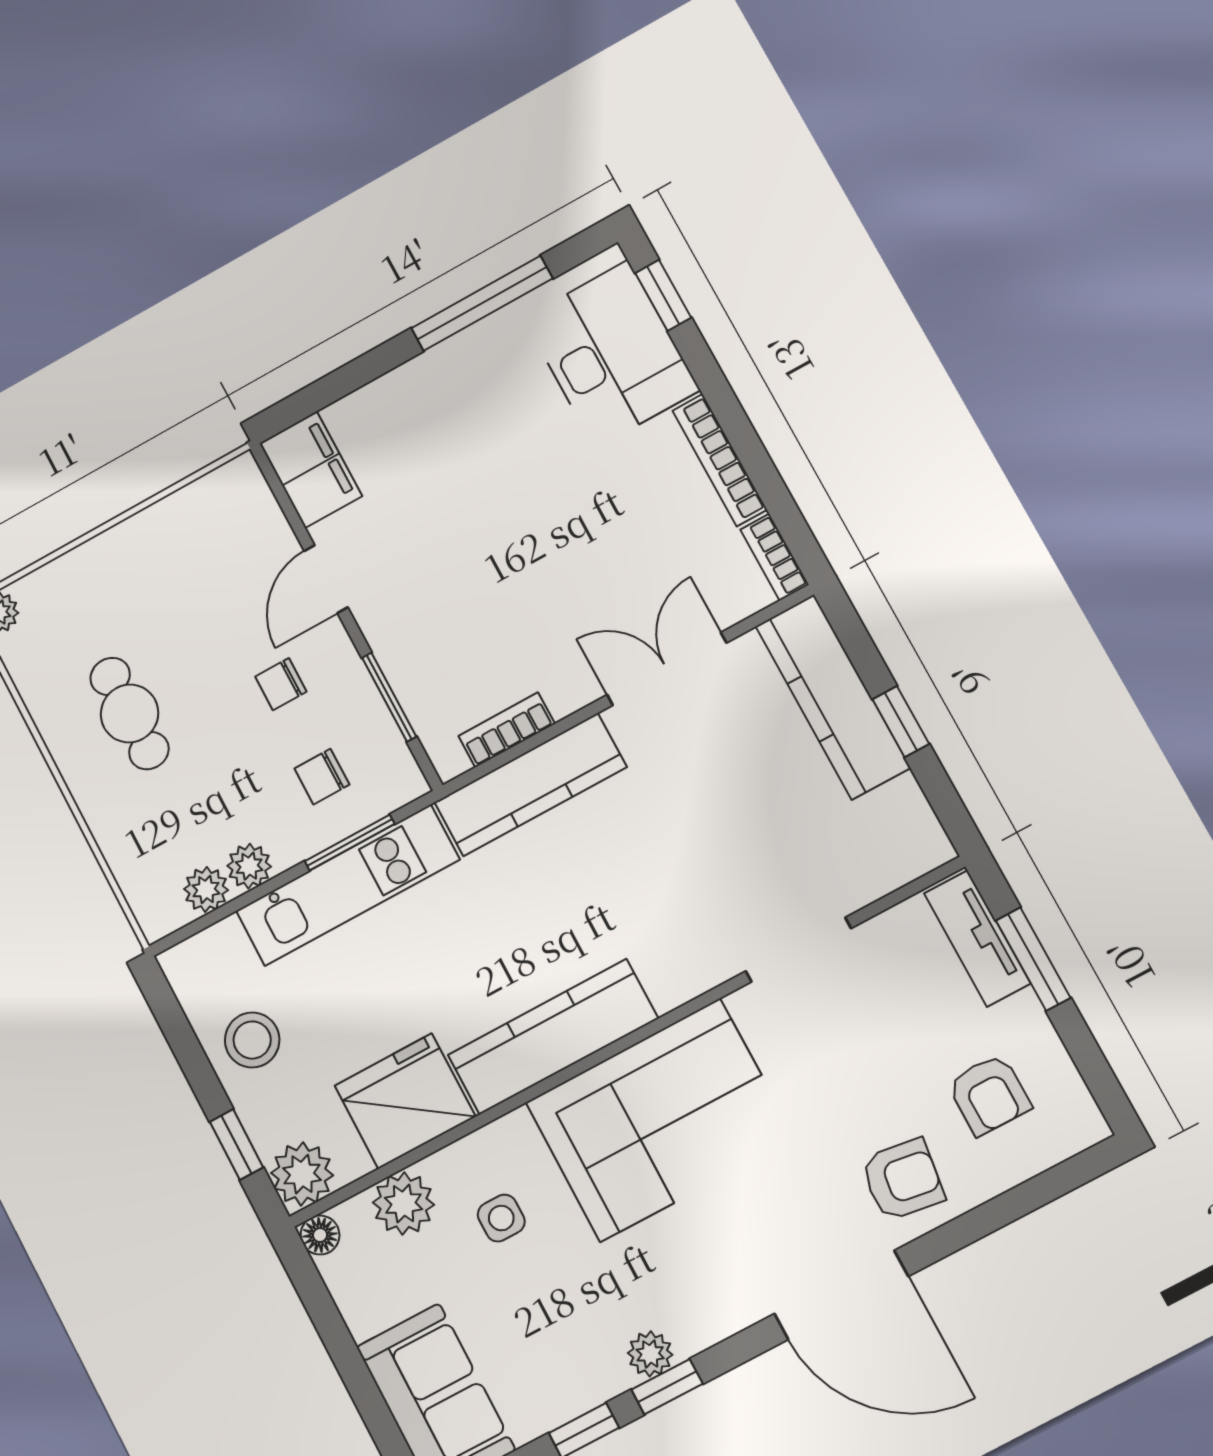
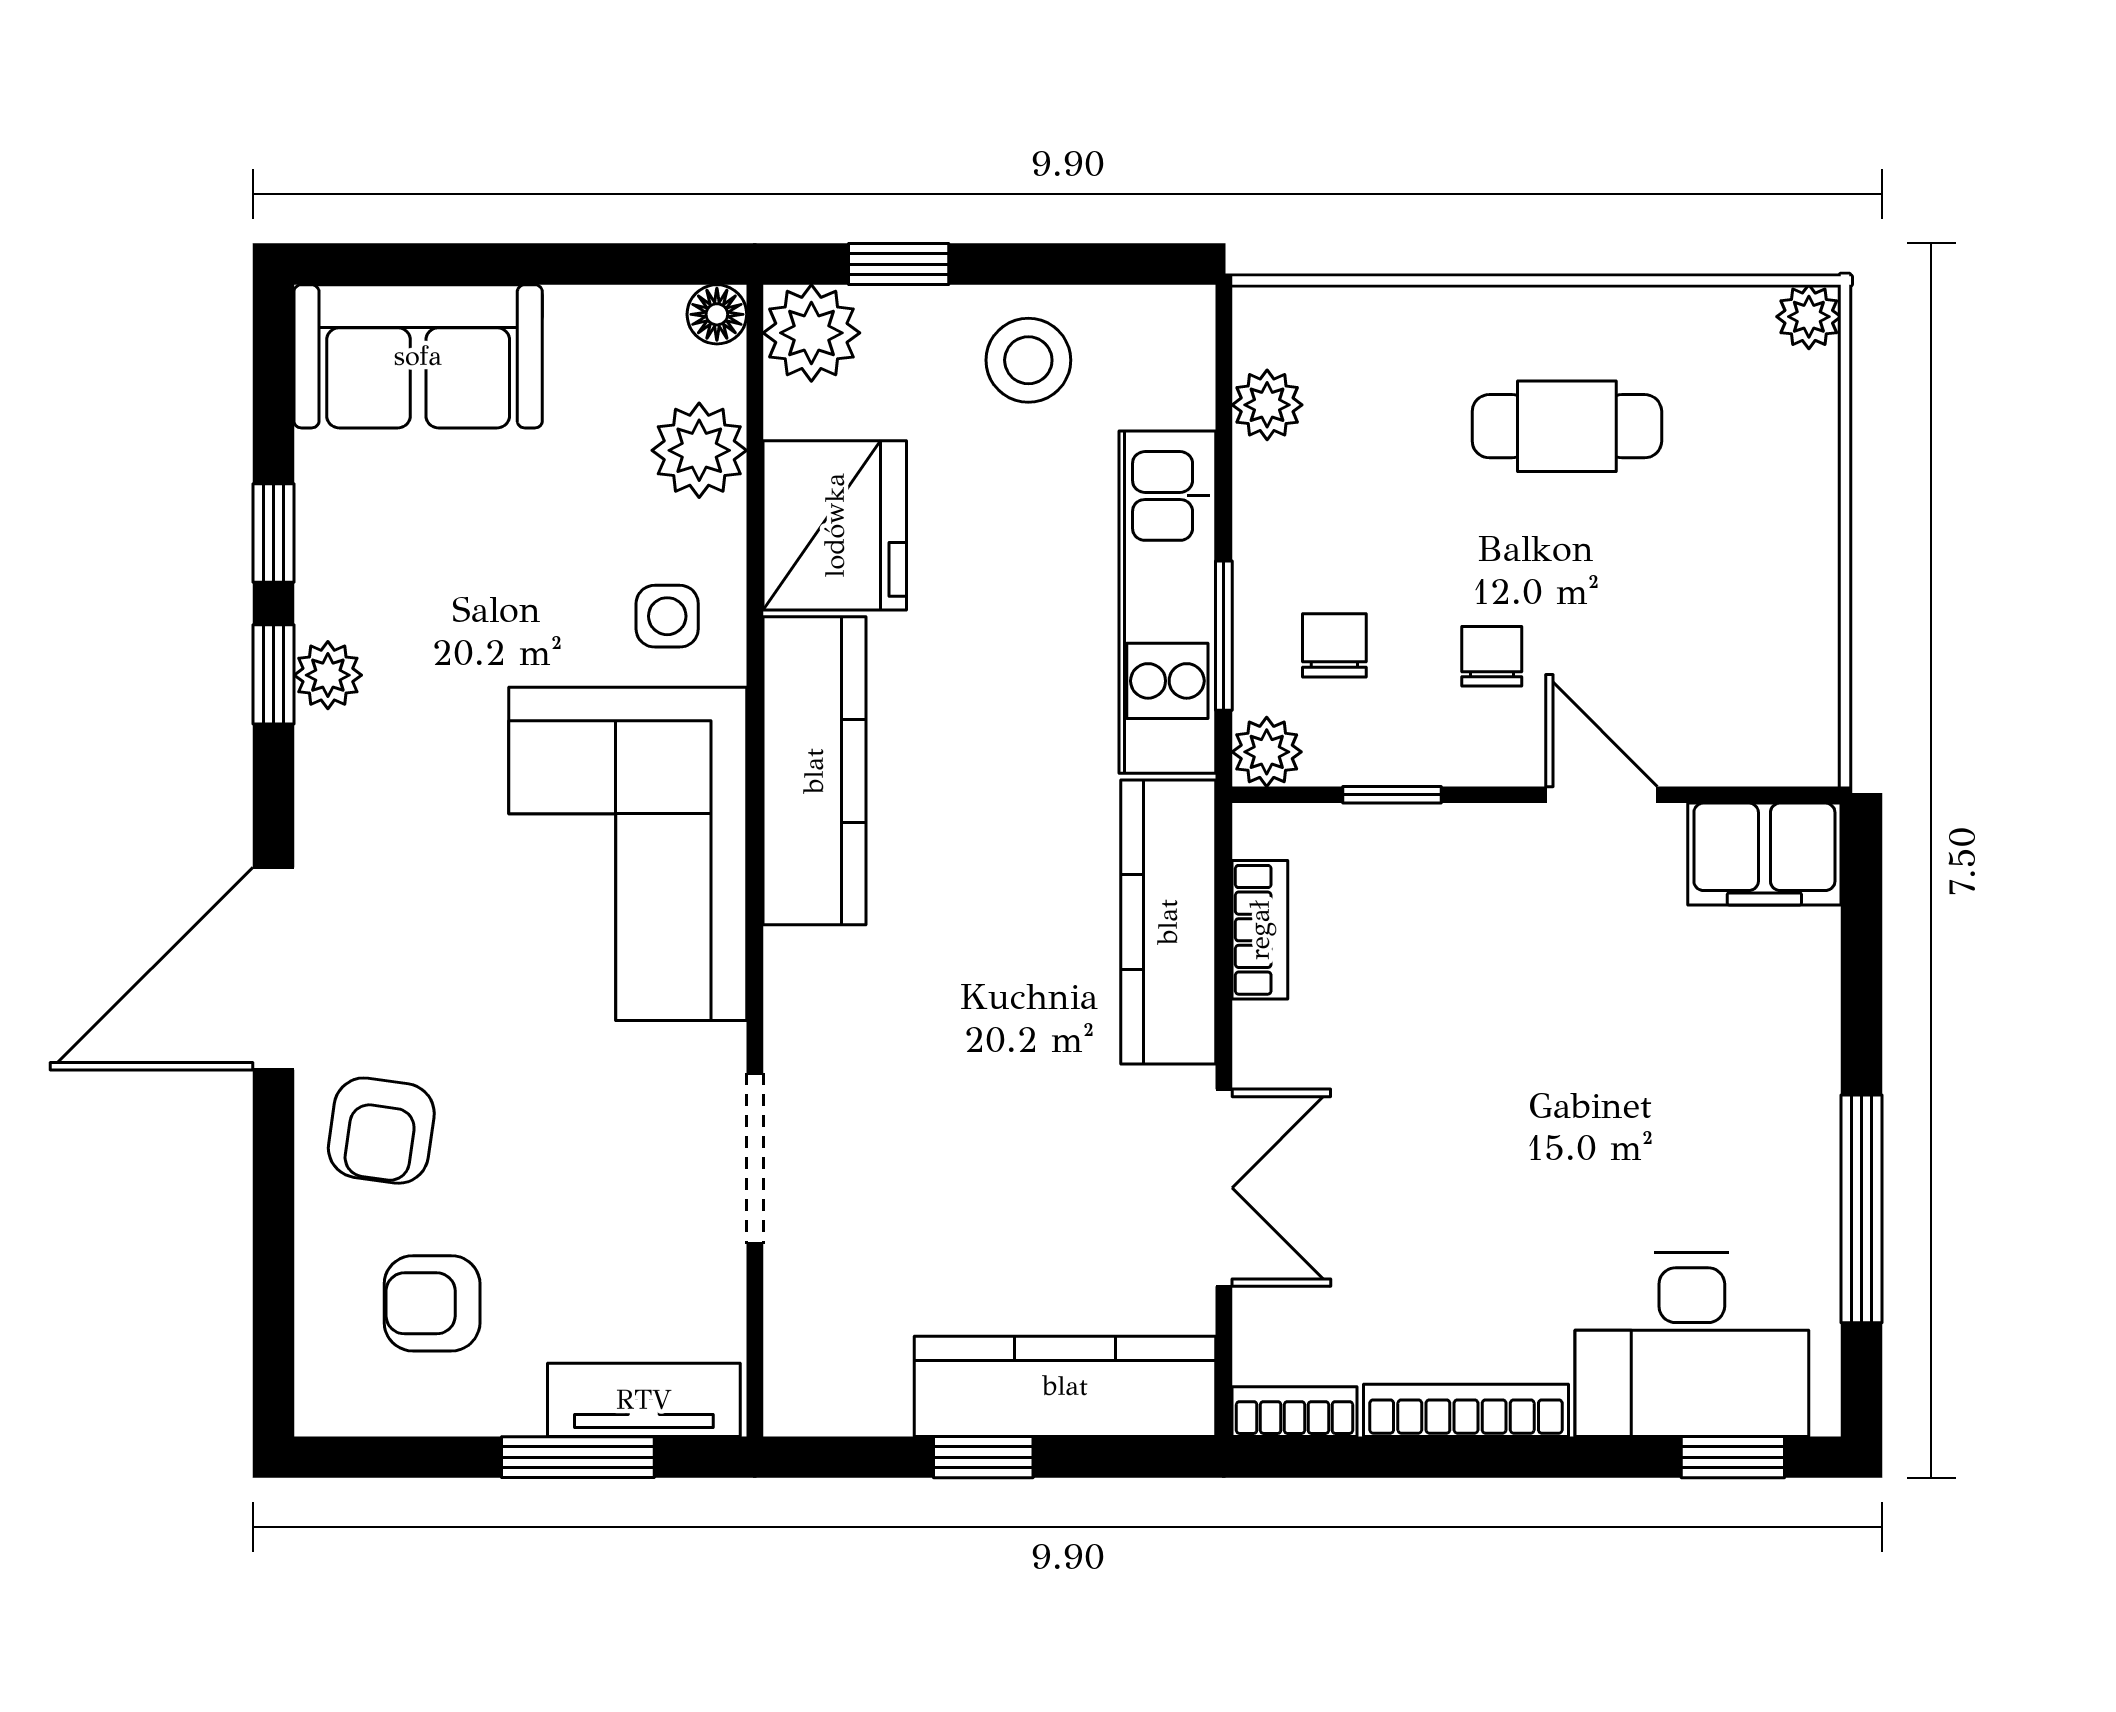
window: (389, 697) -> (1392, 795), width x0.67
plant: (249, 866) -> (1267, 752), moved
side table: (501, 1218) -> (667, 616), moved

